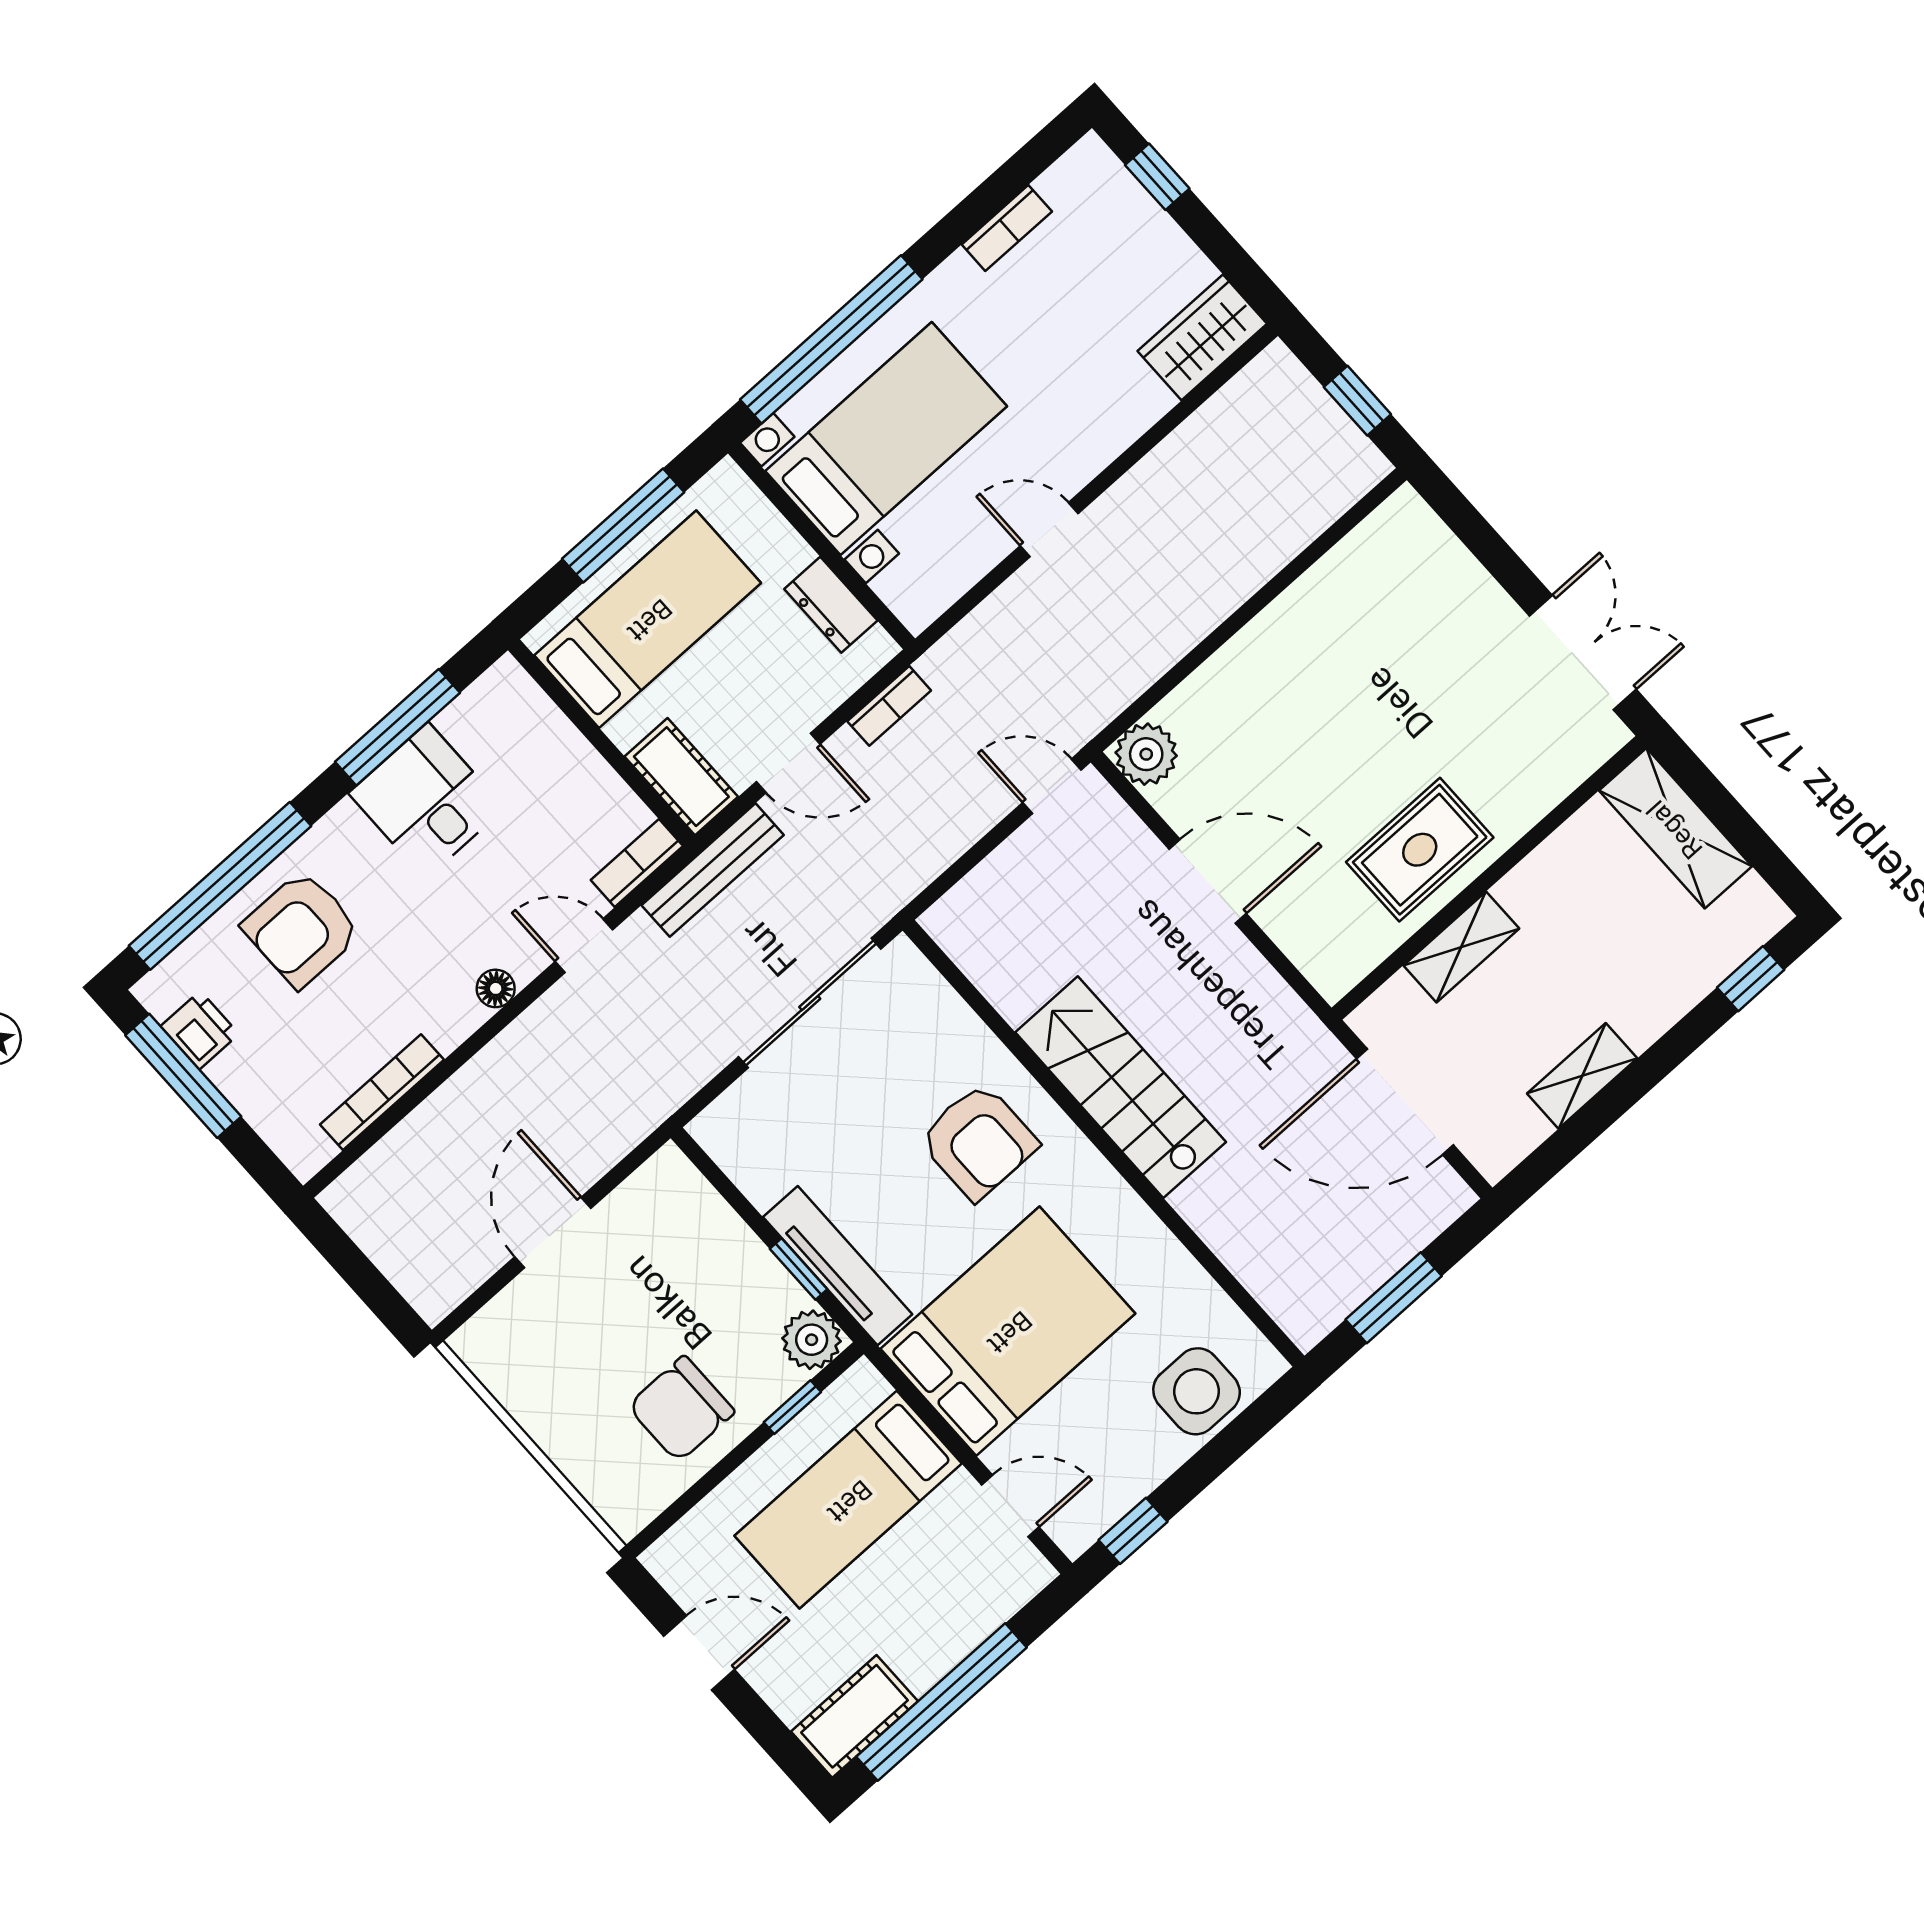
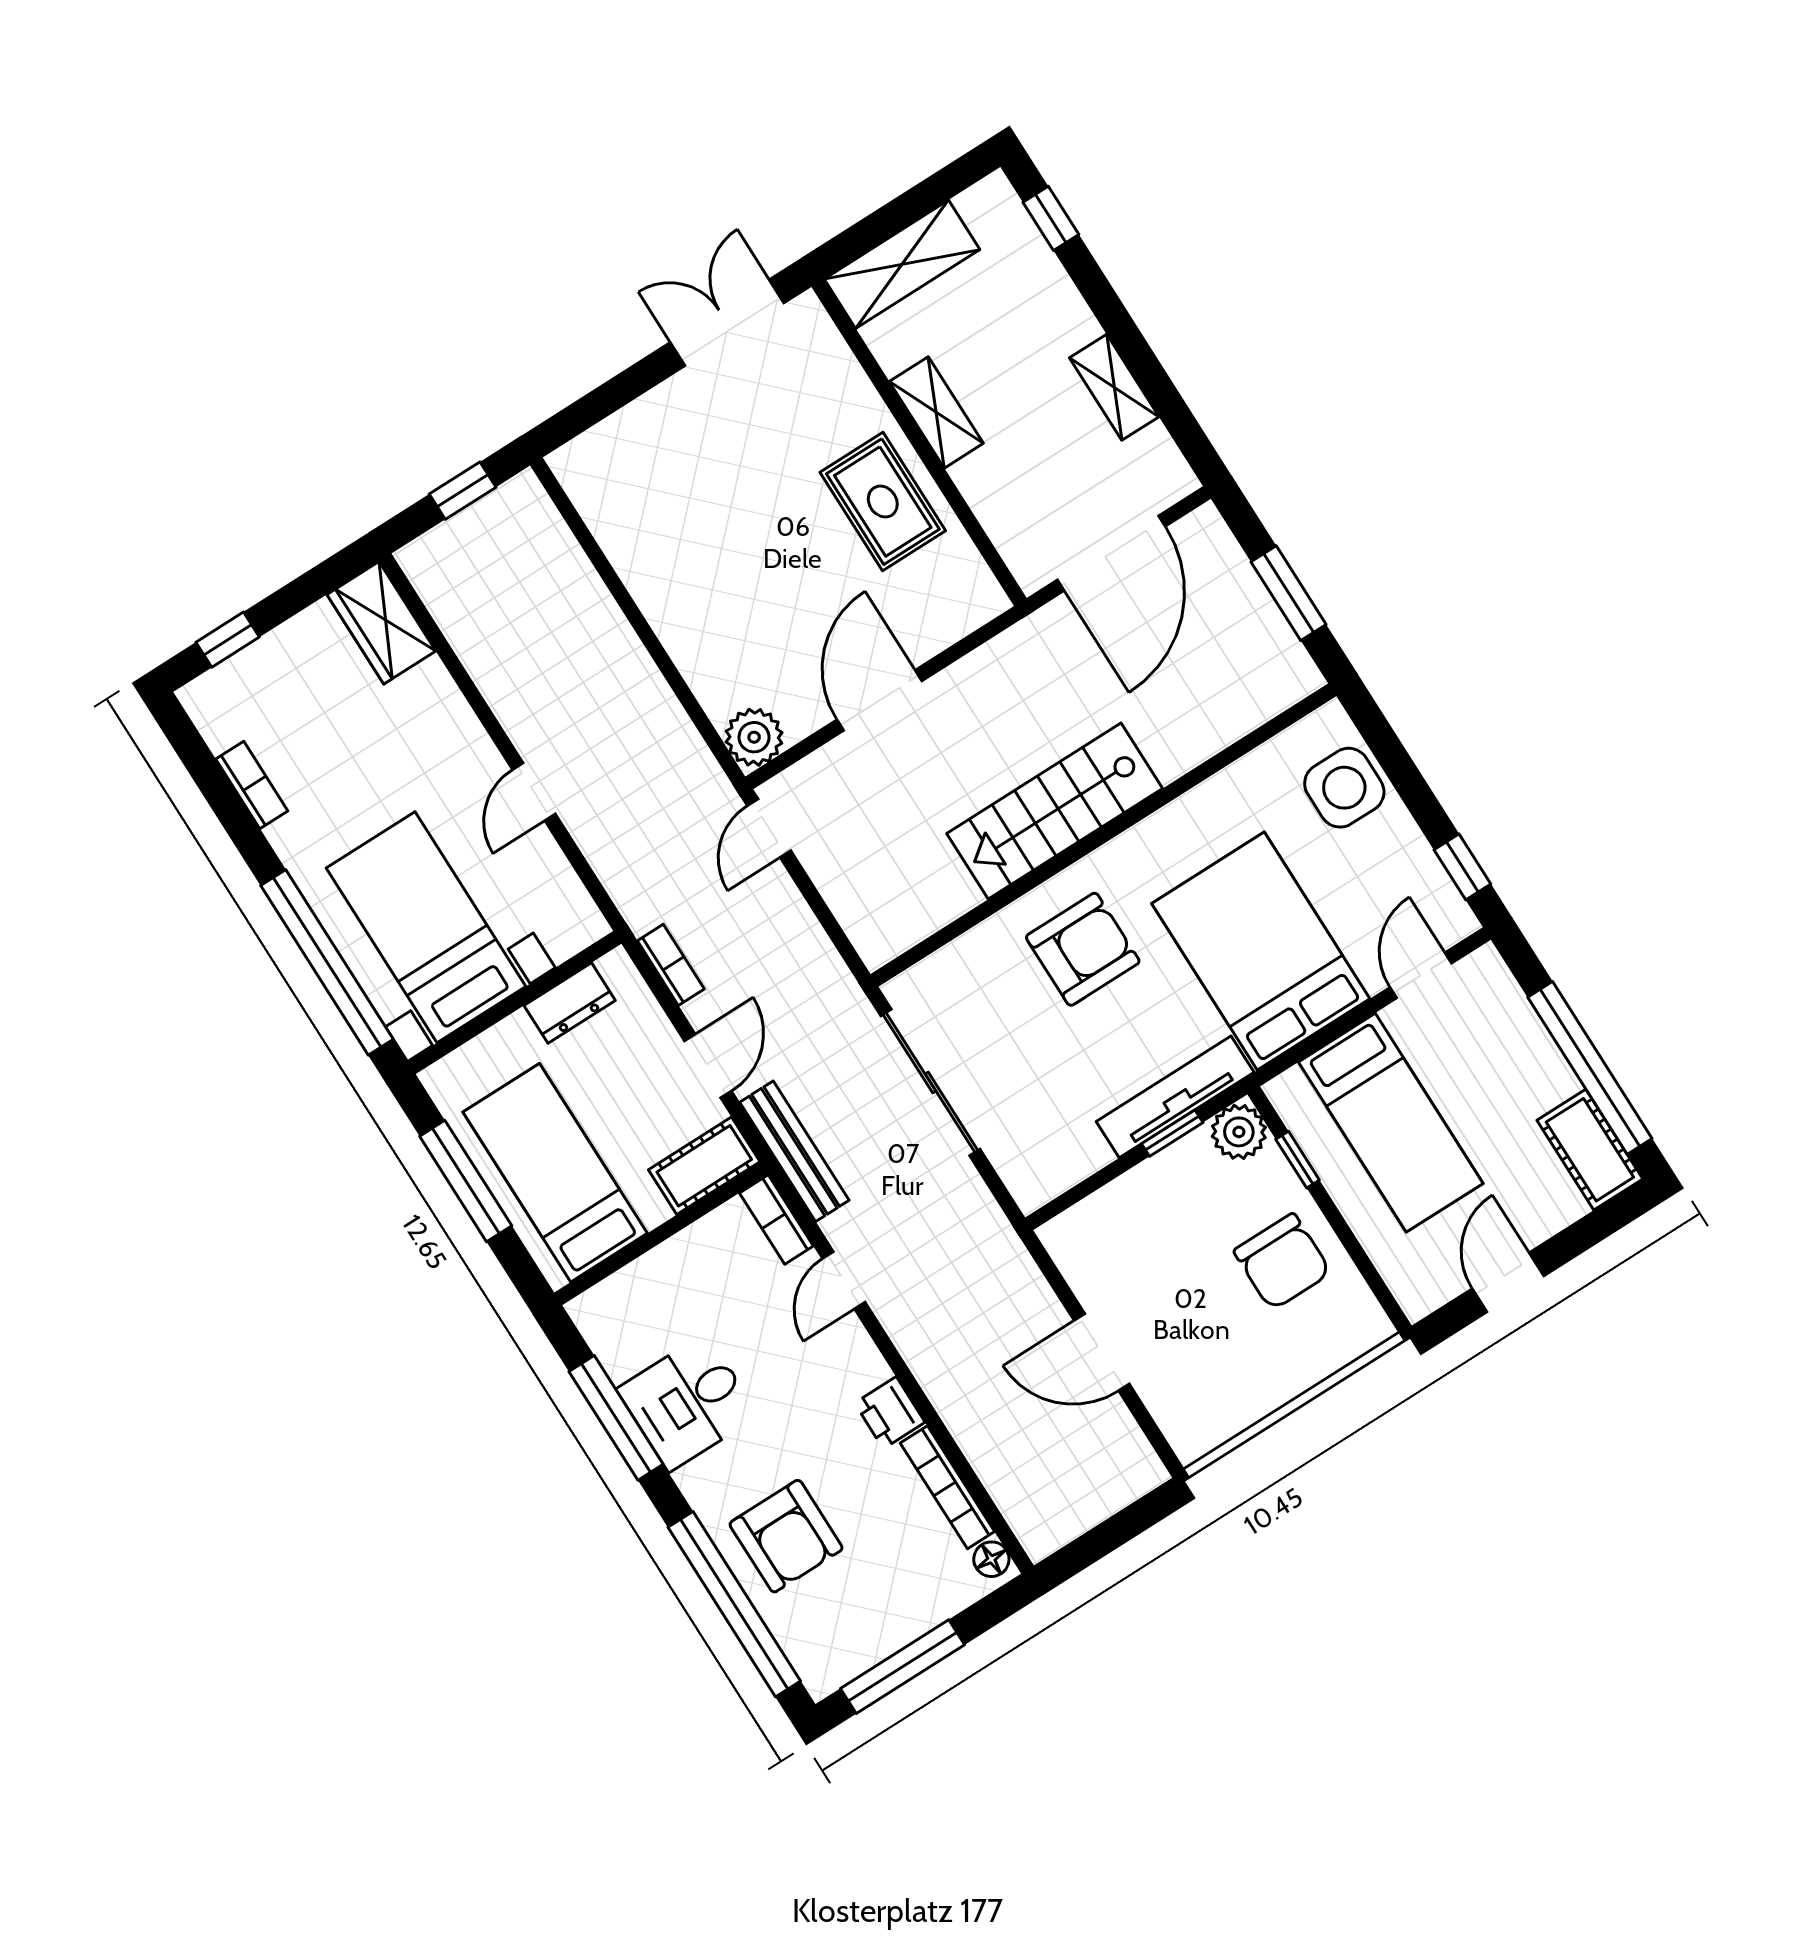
shelving: (1461, 947) -> (936, 412), moved
floor lamp: (496, 988) -> (991, 1559), moved
printer: (200, 1030) -> (890, 1413), moved, turned -90

